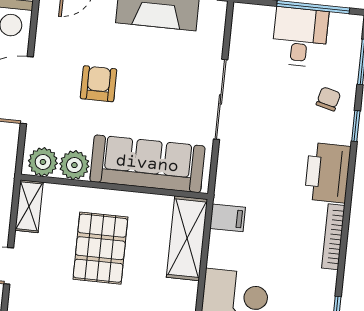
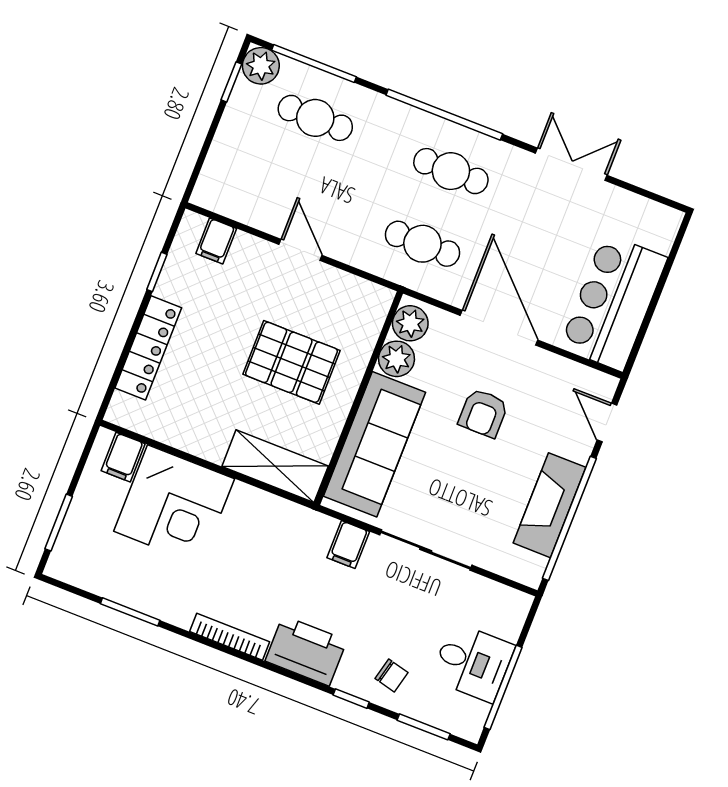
armchair: (98, 84) -> (483, 413), turned 90
shelving: (29, 206) -> (363, 293), removed
filing cabinet: (228, 218) -> (348, 545), moved

